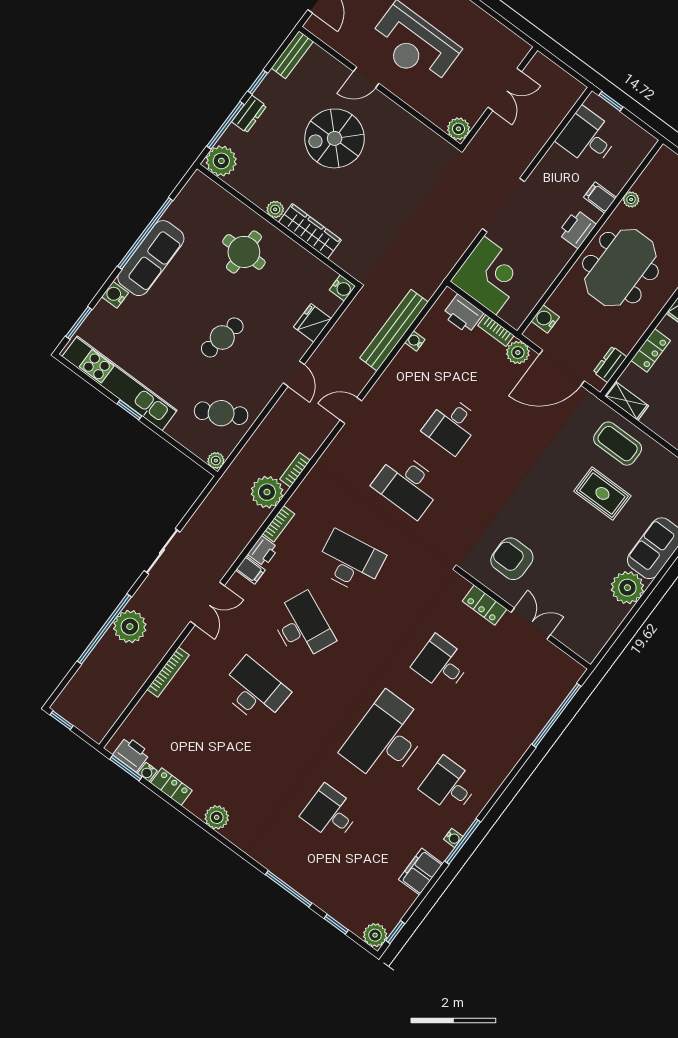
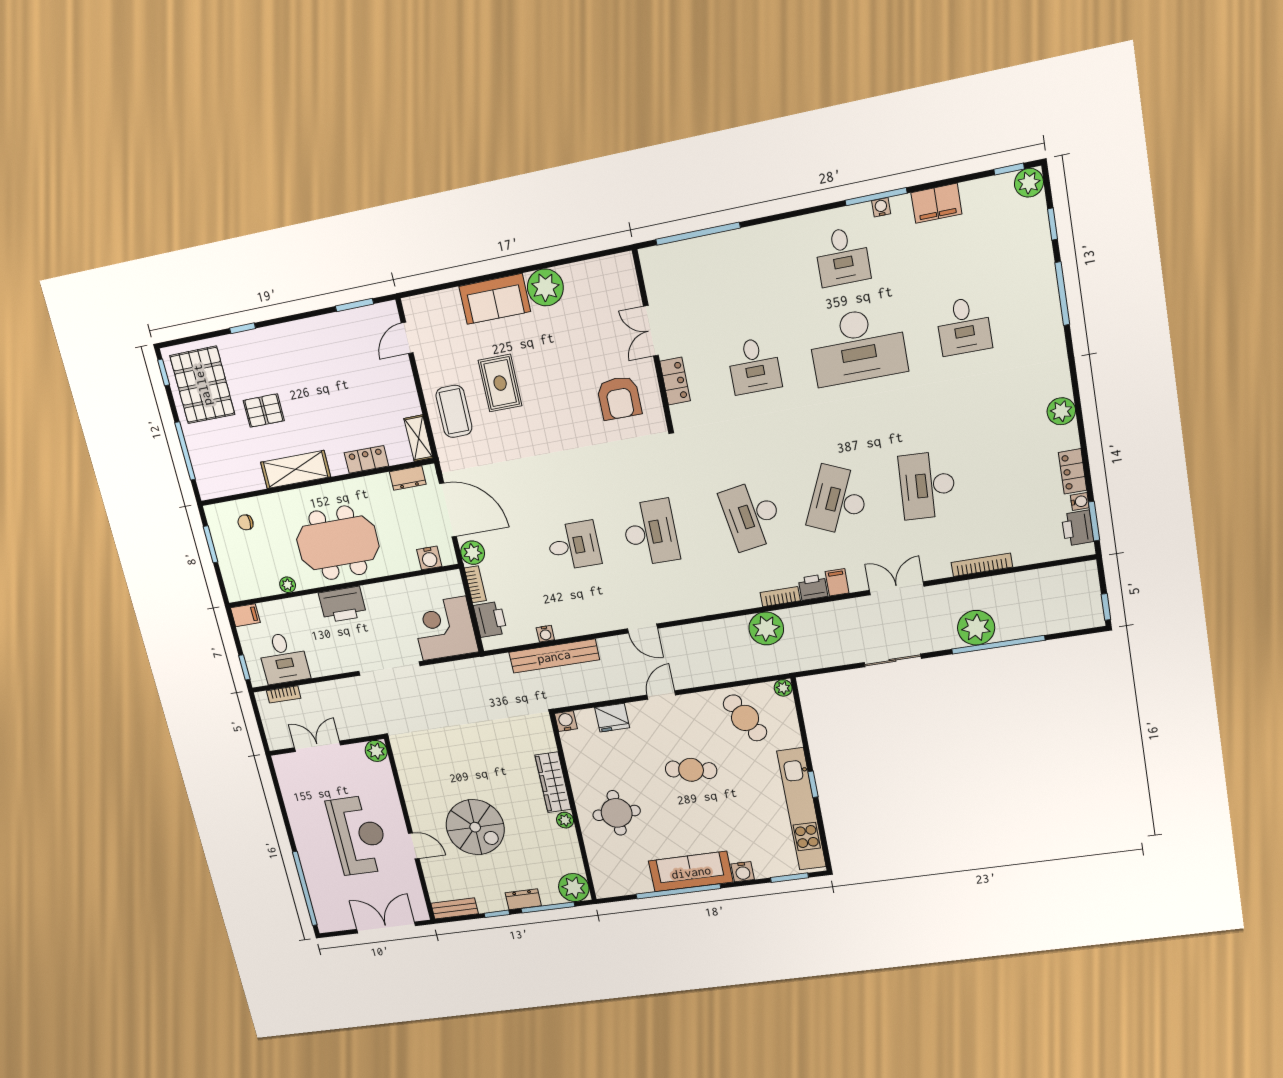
filing cabinet: (600, 197) -> (245, 615), moved, turned -90
printer: (577, 229) -> (342, 605), width x1.37, depth x1.19
bookcase: (295, 470) -> (284, 694), moved

